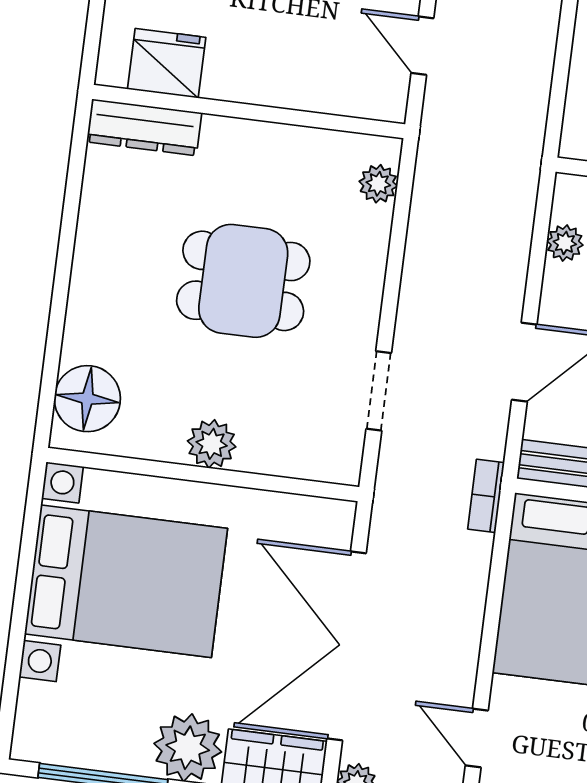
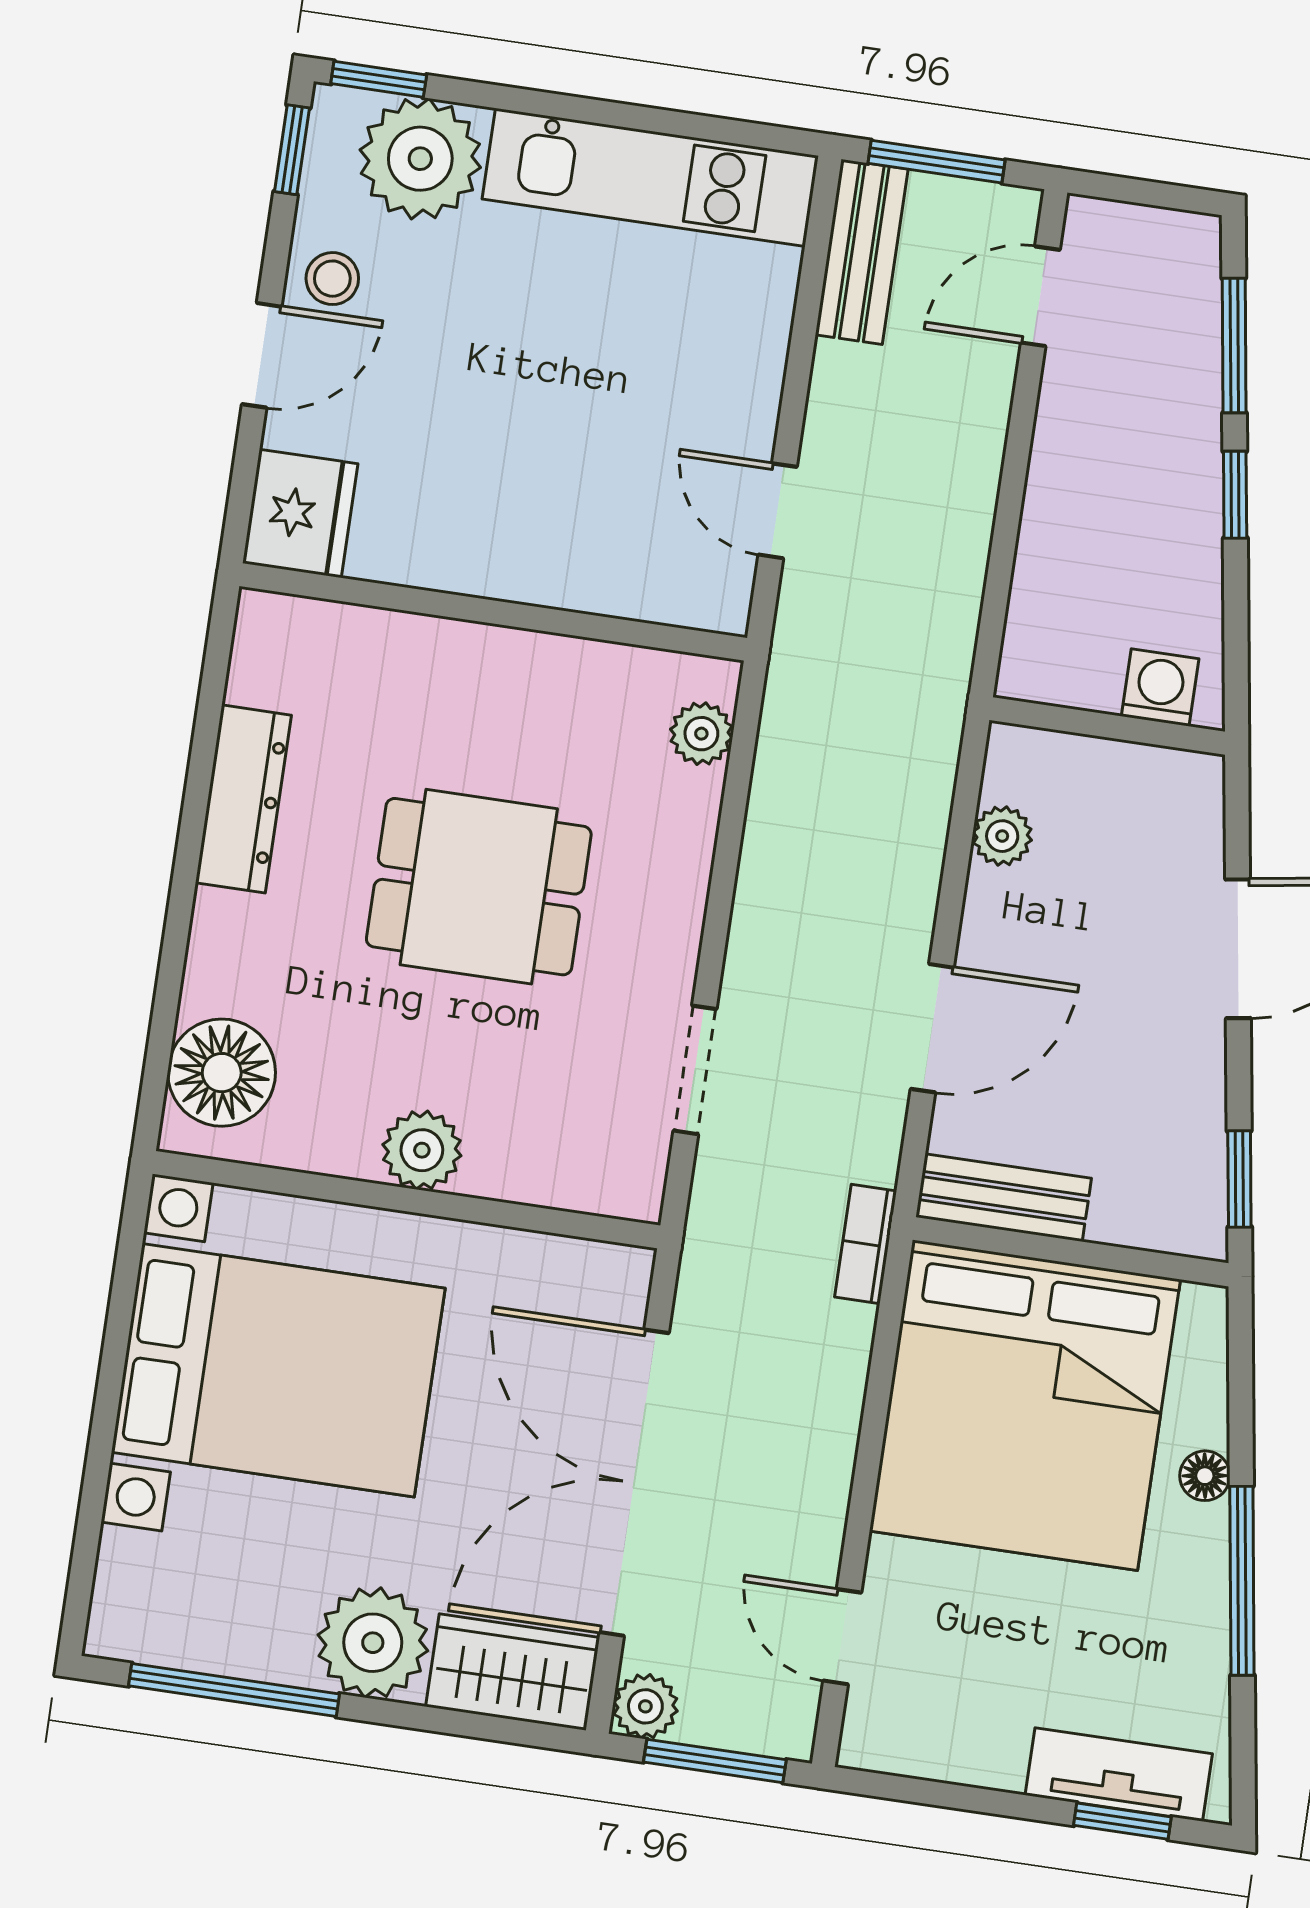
fridge: (167, 63) -> (300, 513), moved, turned 90
dresser: (144, 127) -> (243, 799), moved, turned -90

